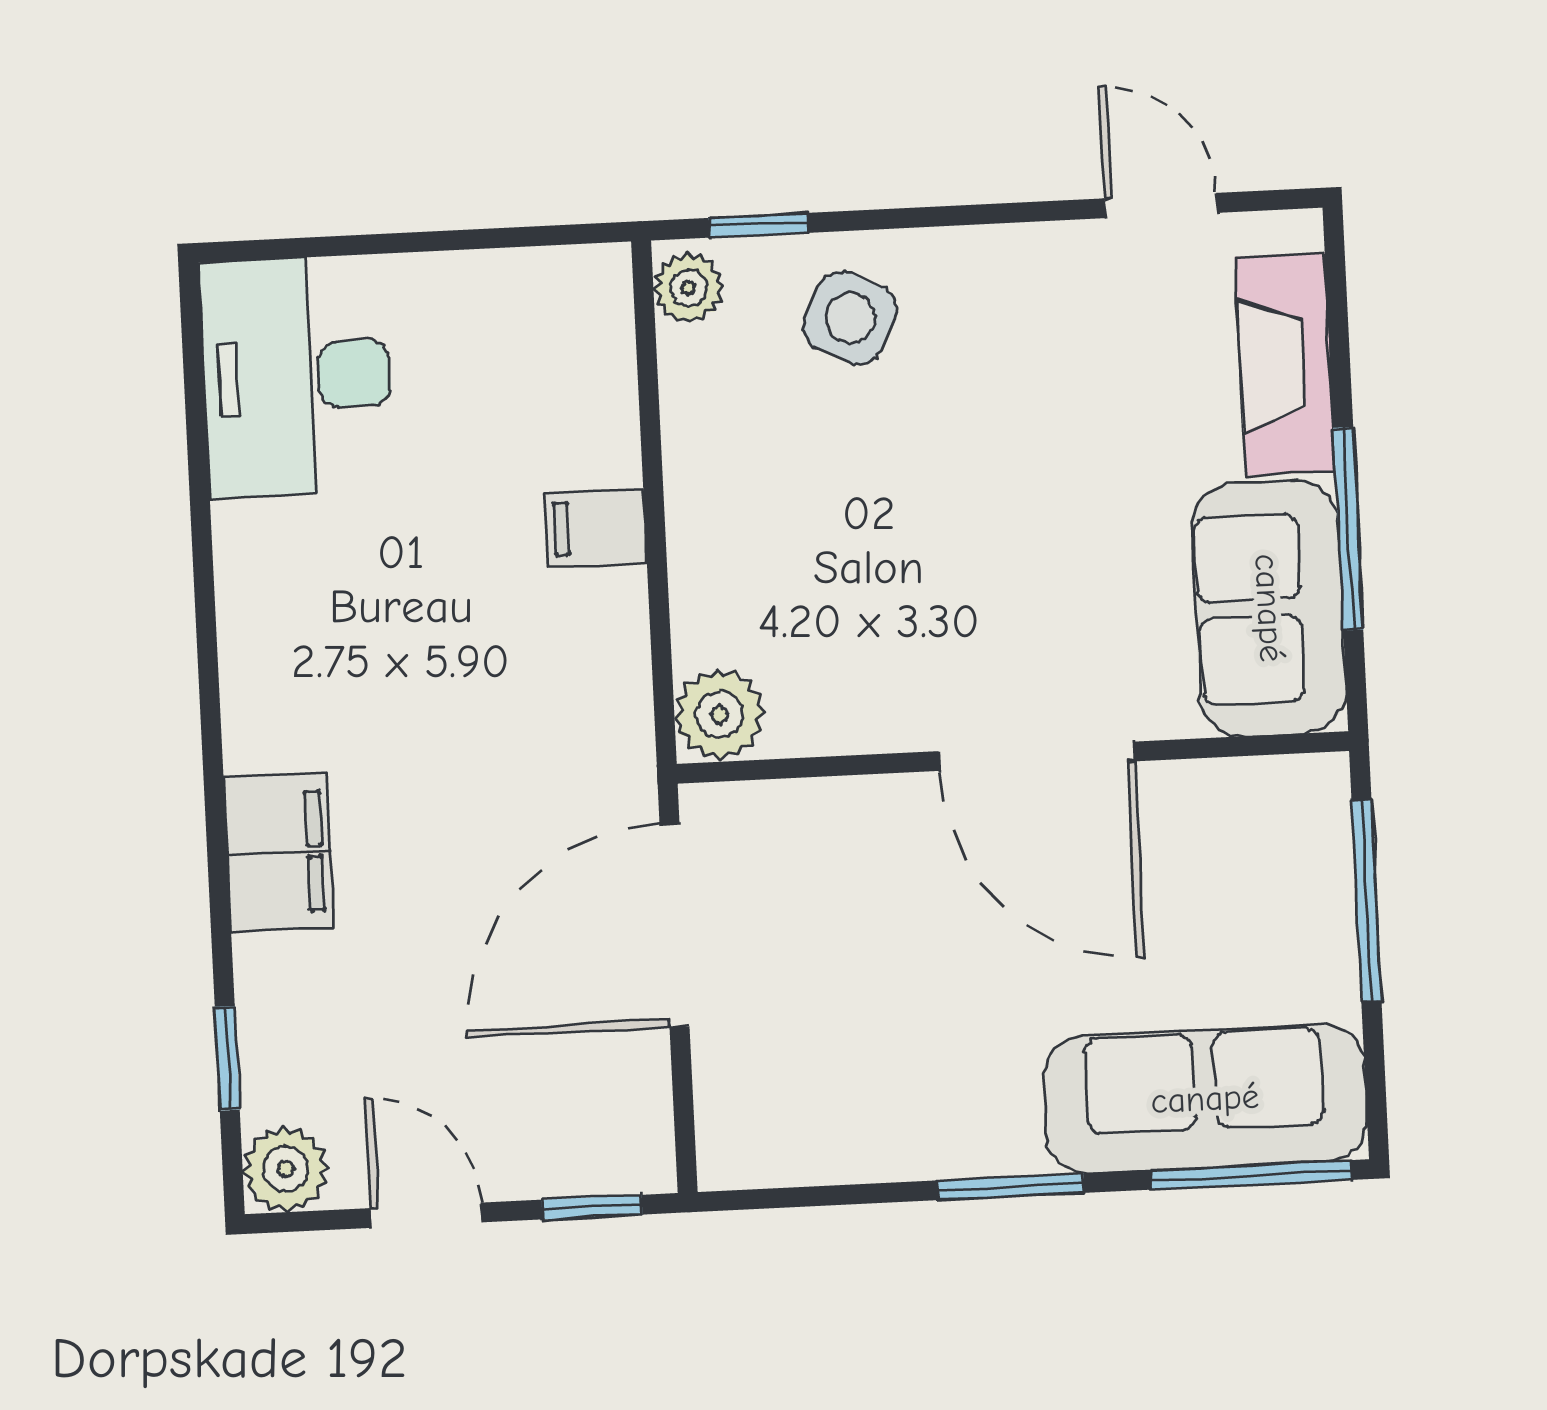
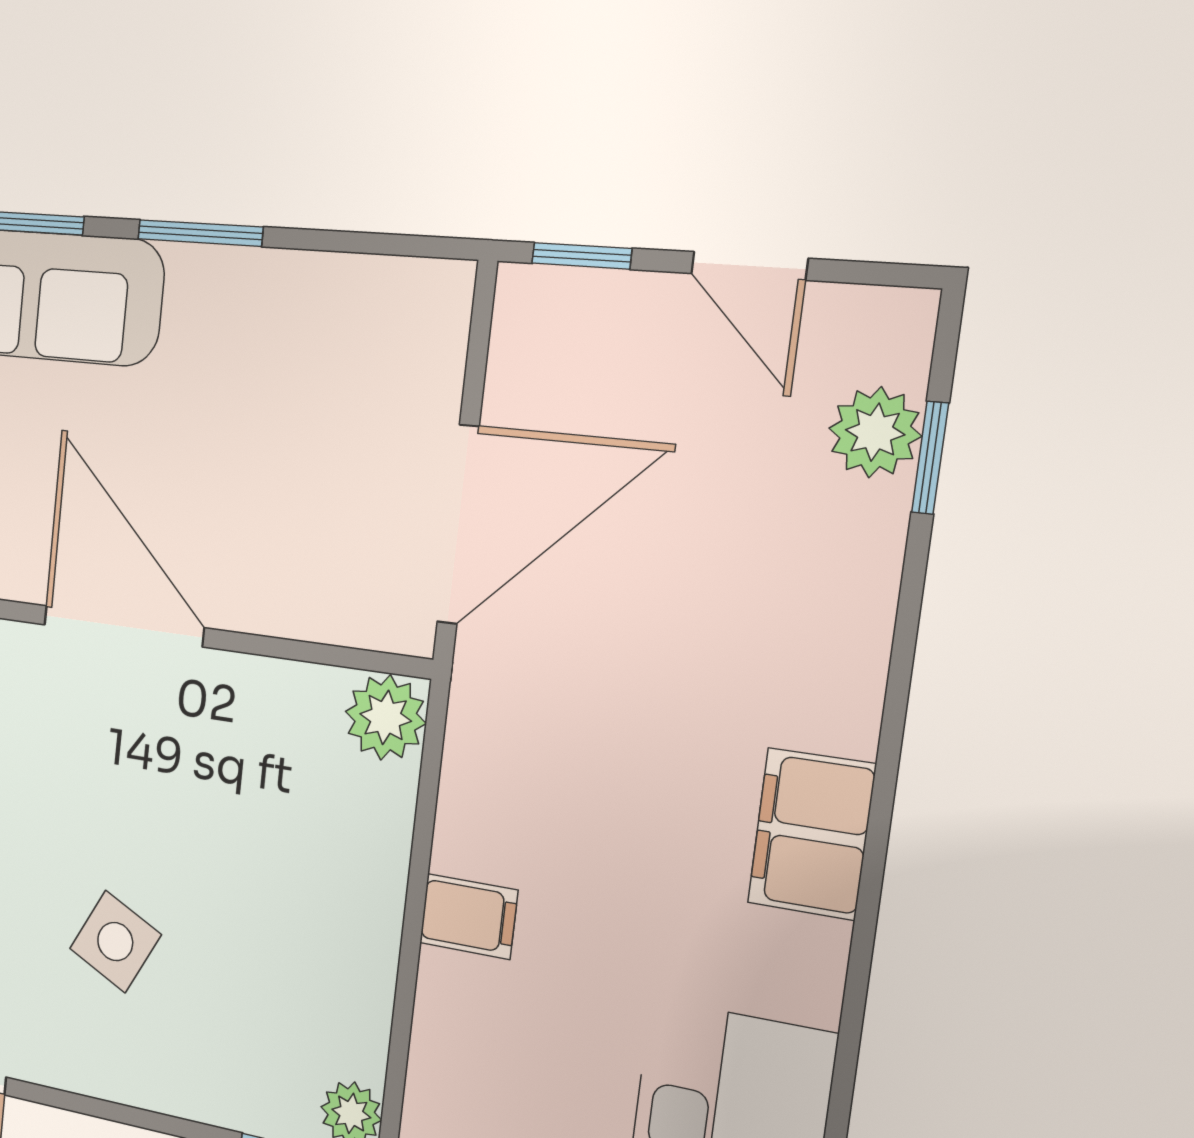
side table: (850, 318) -> (115, 942), moved
filing cabinet: (279, 853) -> (811, 834), moved
plant: (286, 1169) -> (875, 432), moved

